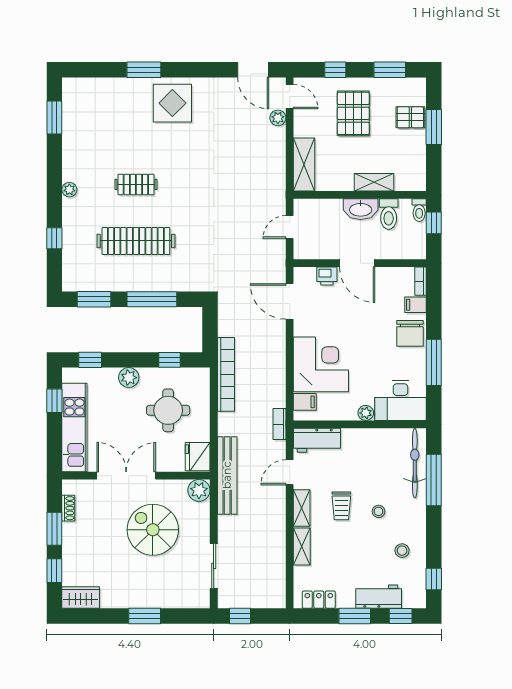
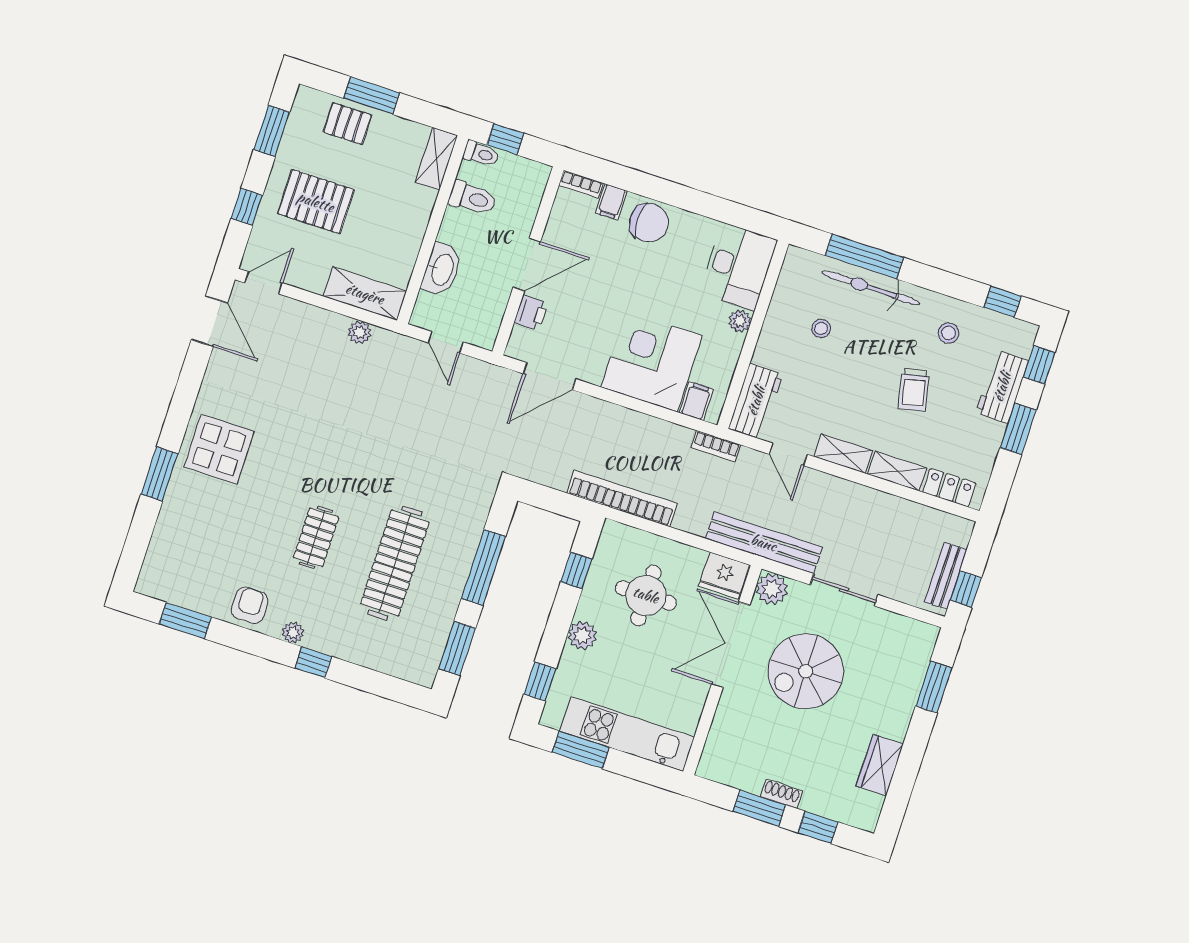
door: (253, 70) -> (209, 321), hinge flipped
pallet: (410, 117) -> (348, 124), turned 90
plant: (278, 118) -> (360, 332), moved
armchair: (78, 156) -> (250, 605), added
shelving: (374, 182) -> (436, 159), moved
washbasin: (361, 209) -> (442, 270), moved
window: (54, 238) -> (313, 662), moved
window: (434, 362) -> (700, 203), removed
window: (54, 401) -> (581, 750), width x1.50
bicycle: (415, 463) -> (871, 288), moved
double door: (126, 476) -> (731, 645), moved
trolley: (341, 506) -> (914, 390), moved, turned 78
shoe rack: (68, 508) -> (781, 794), moved
stool: (378, 511) -> (821, 328), moved
sliding door: (214, 566) -> (844, 590), moved
wardrobe: (81, 598) -> (880, 765), moved
bench: (244, 600) -> (946, 576), added
locker: (319, 600) -> (949, 488), moved, turned 90
window: (145, 616) -> (934, 687), moved

